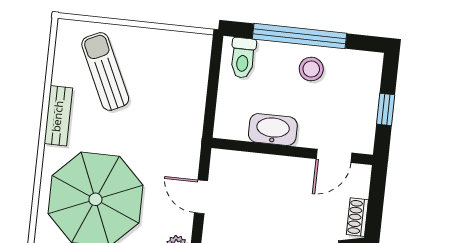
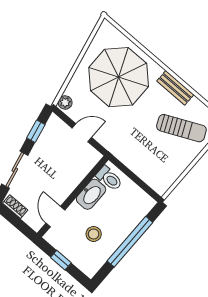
toilet: (243, 58) -> (109, 178), moved, turned 180
stool: (311, 69) -> (94, 234), moved

